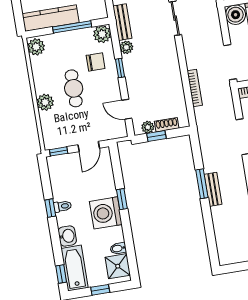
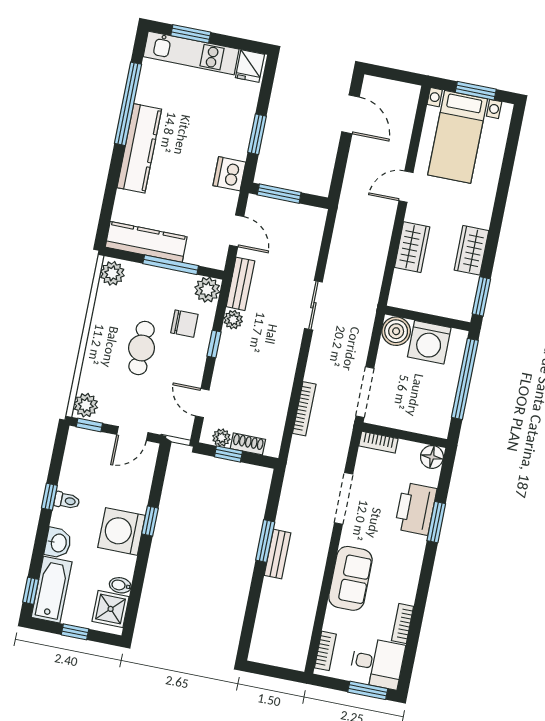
plant: (45, 102) -> (86, 405), moved

